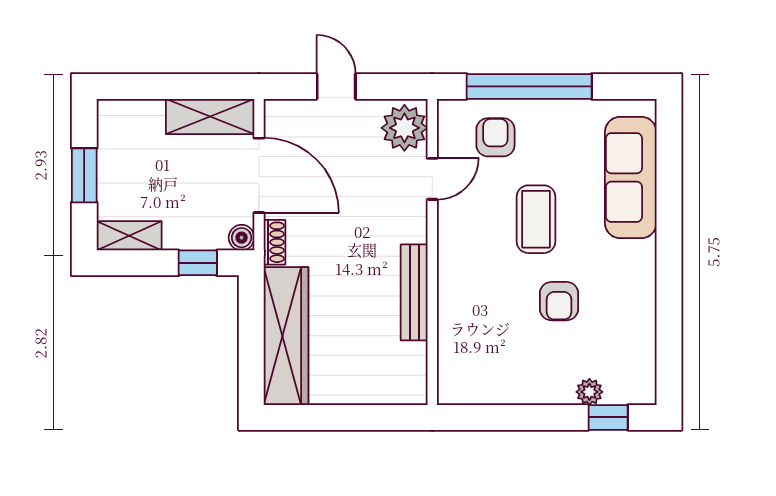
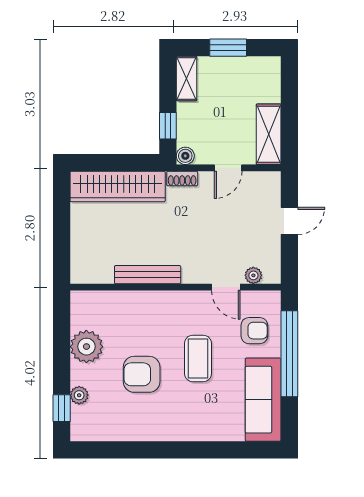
plant: (404, 128) -> (253, 275), width x0.53, depth x0.53
door: (259, 175) -> (228, 168), width x0.53
sofa: (631, 177) -> (263, 400), moved, turned -90
coffee table: (536, 219) -> (198, 358), turned 90
armchair: (559, 301) -> (142, 374), width x1.38, depth x1.38
plant: (519, 381) -> (86, 347), added

